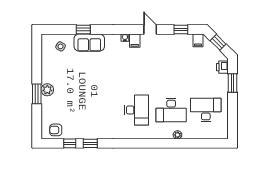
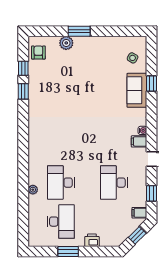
printer: (222, 67) -> (92, 240), moved
window: (232, 83) -> (68, 252), moved
plant: (47, 90) -> (66, 43), moved
desk: (137, 110) -> (114, 183), moved, turned 90

